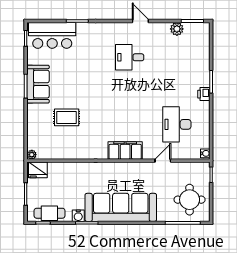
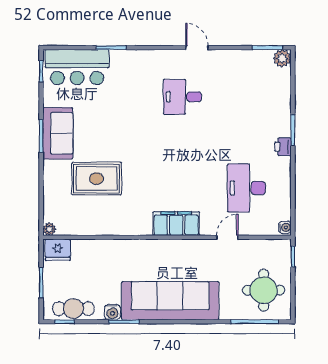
plant: (177, 29) -> (282, 58), moved
rug: (67, 117) -> (97, 179), width x1.36, depth x1.43

